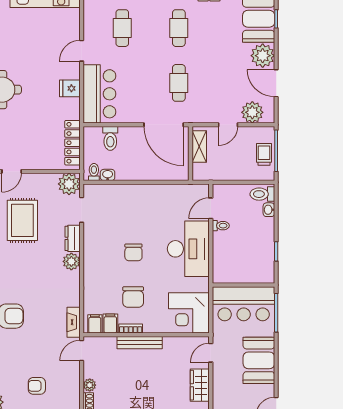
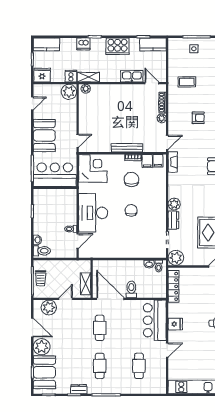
toilet: (110, 138) -> (131, 289), moved
wardrobe: (200, 385) -> (85, 118), removed

